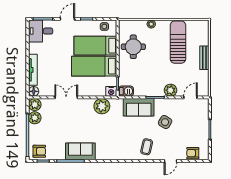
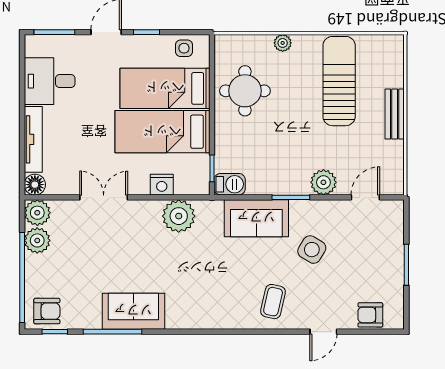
desk: (41, 31) -> (50, 81), moved
nightstand: (111, 91) -> (162, 185), moved

